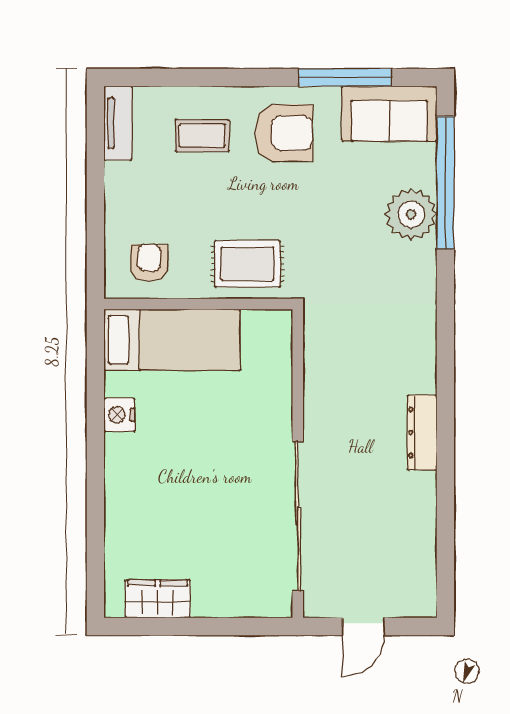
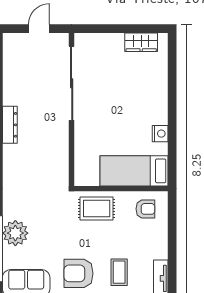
coffee table: (202, 136) -> (119, 272), turned 90
armchair: (149, 263) -> (145, 209), turned -90

